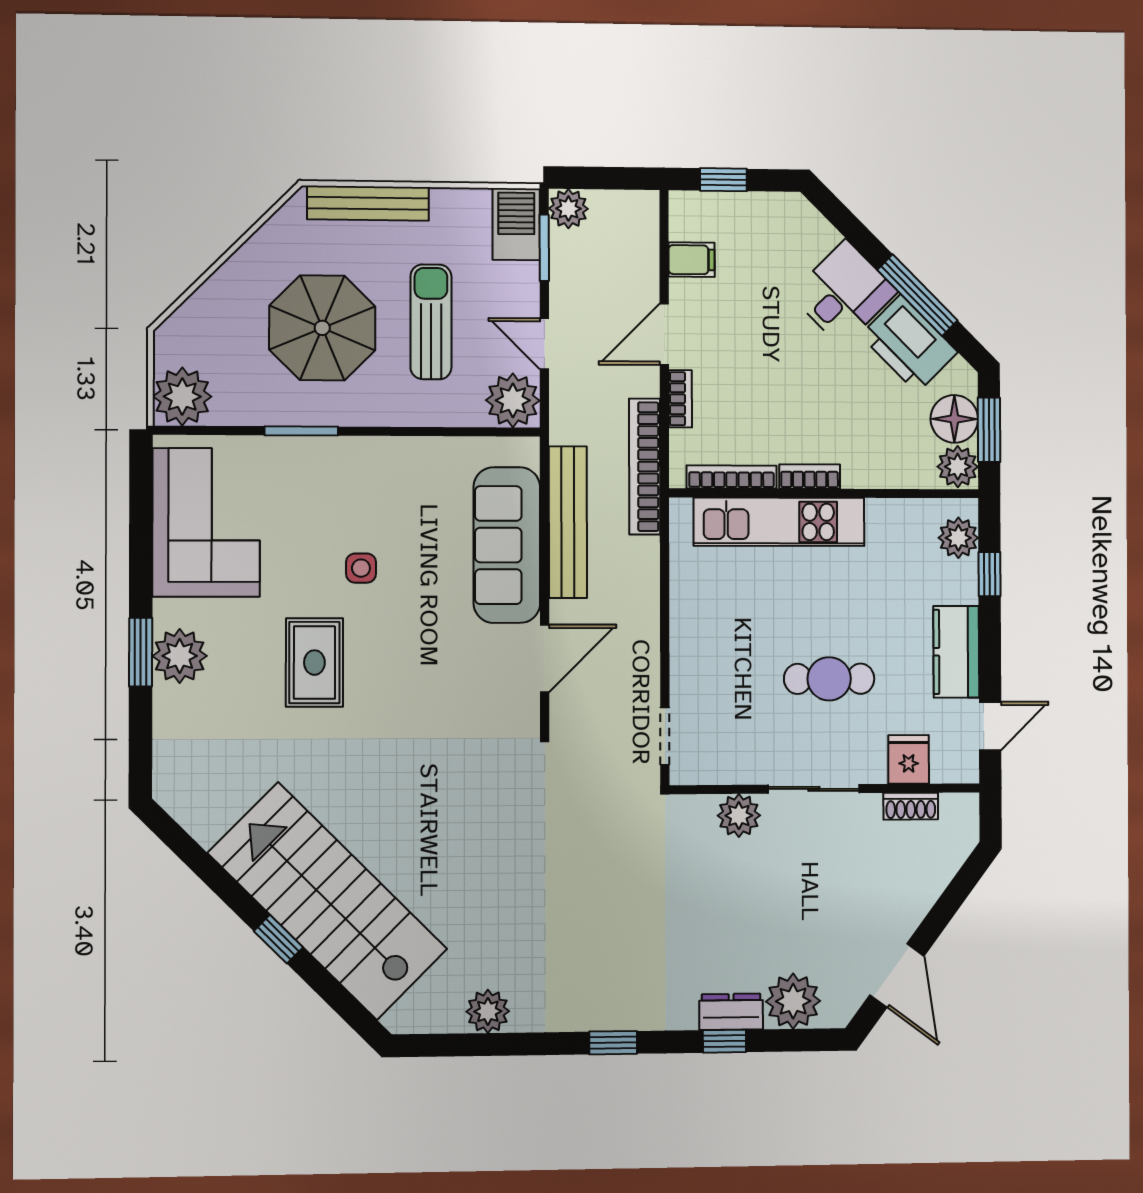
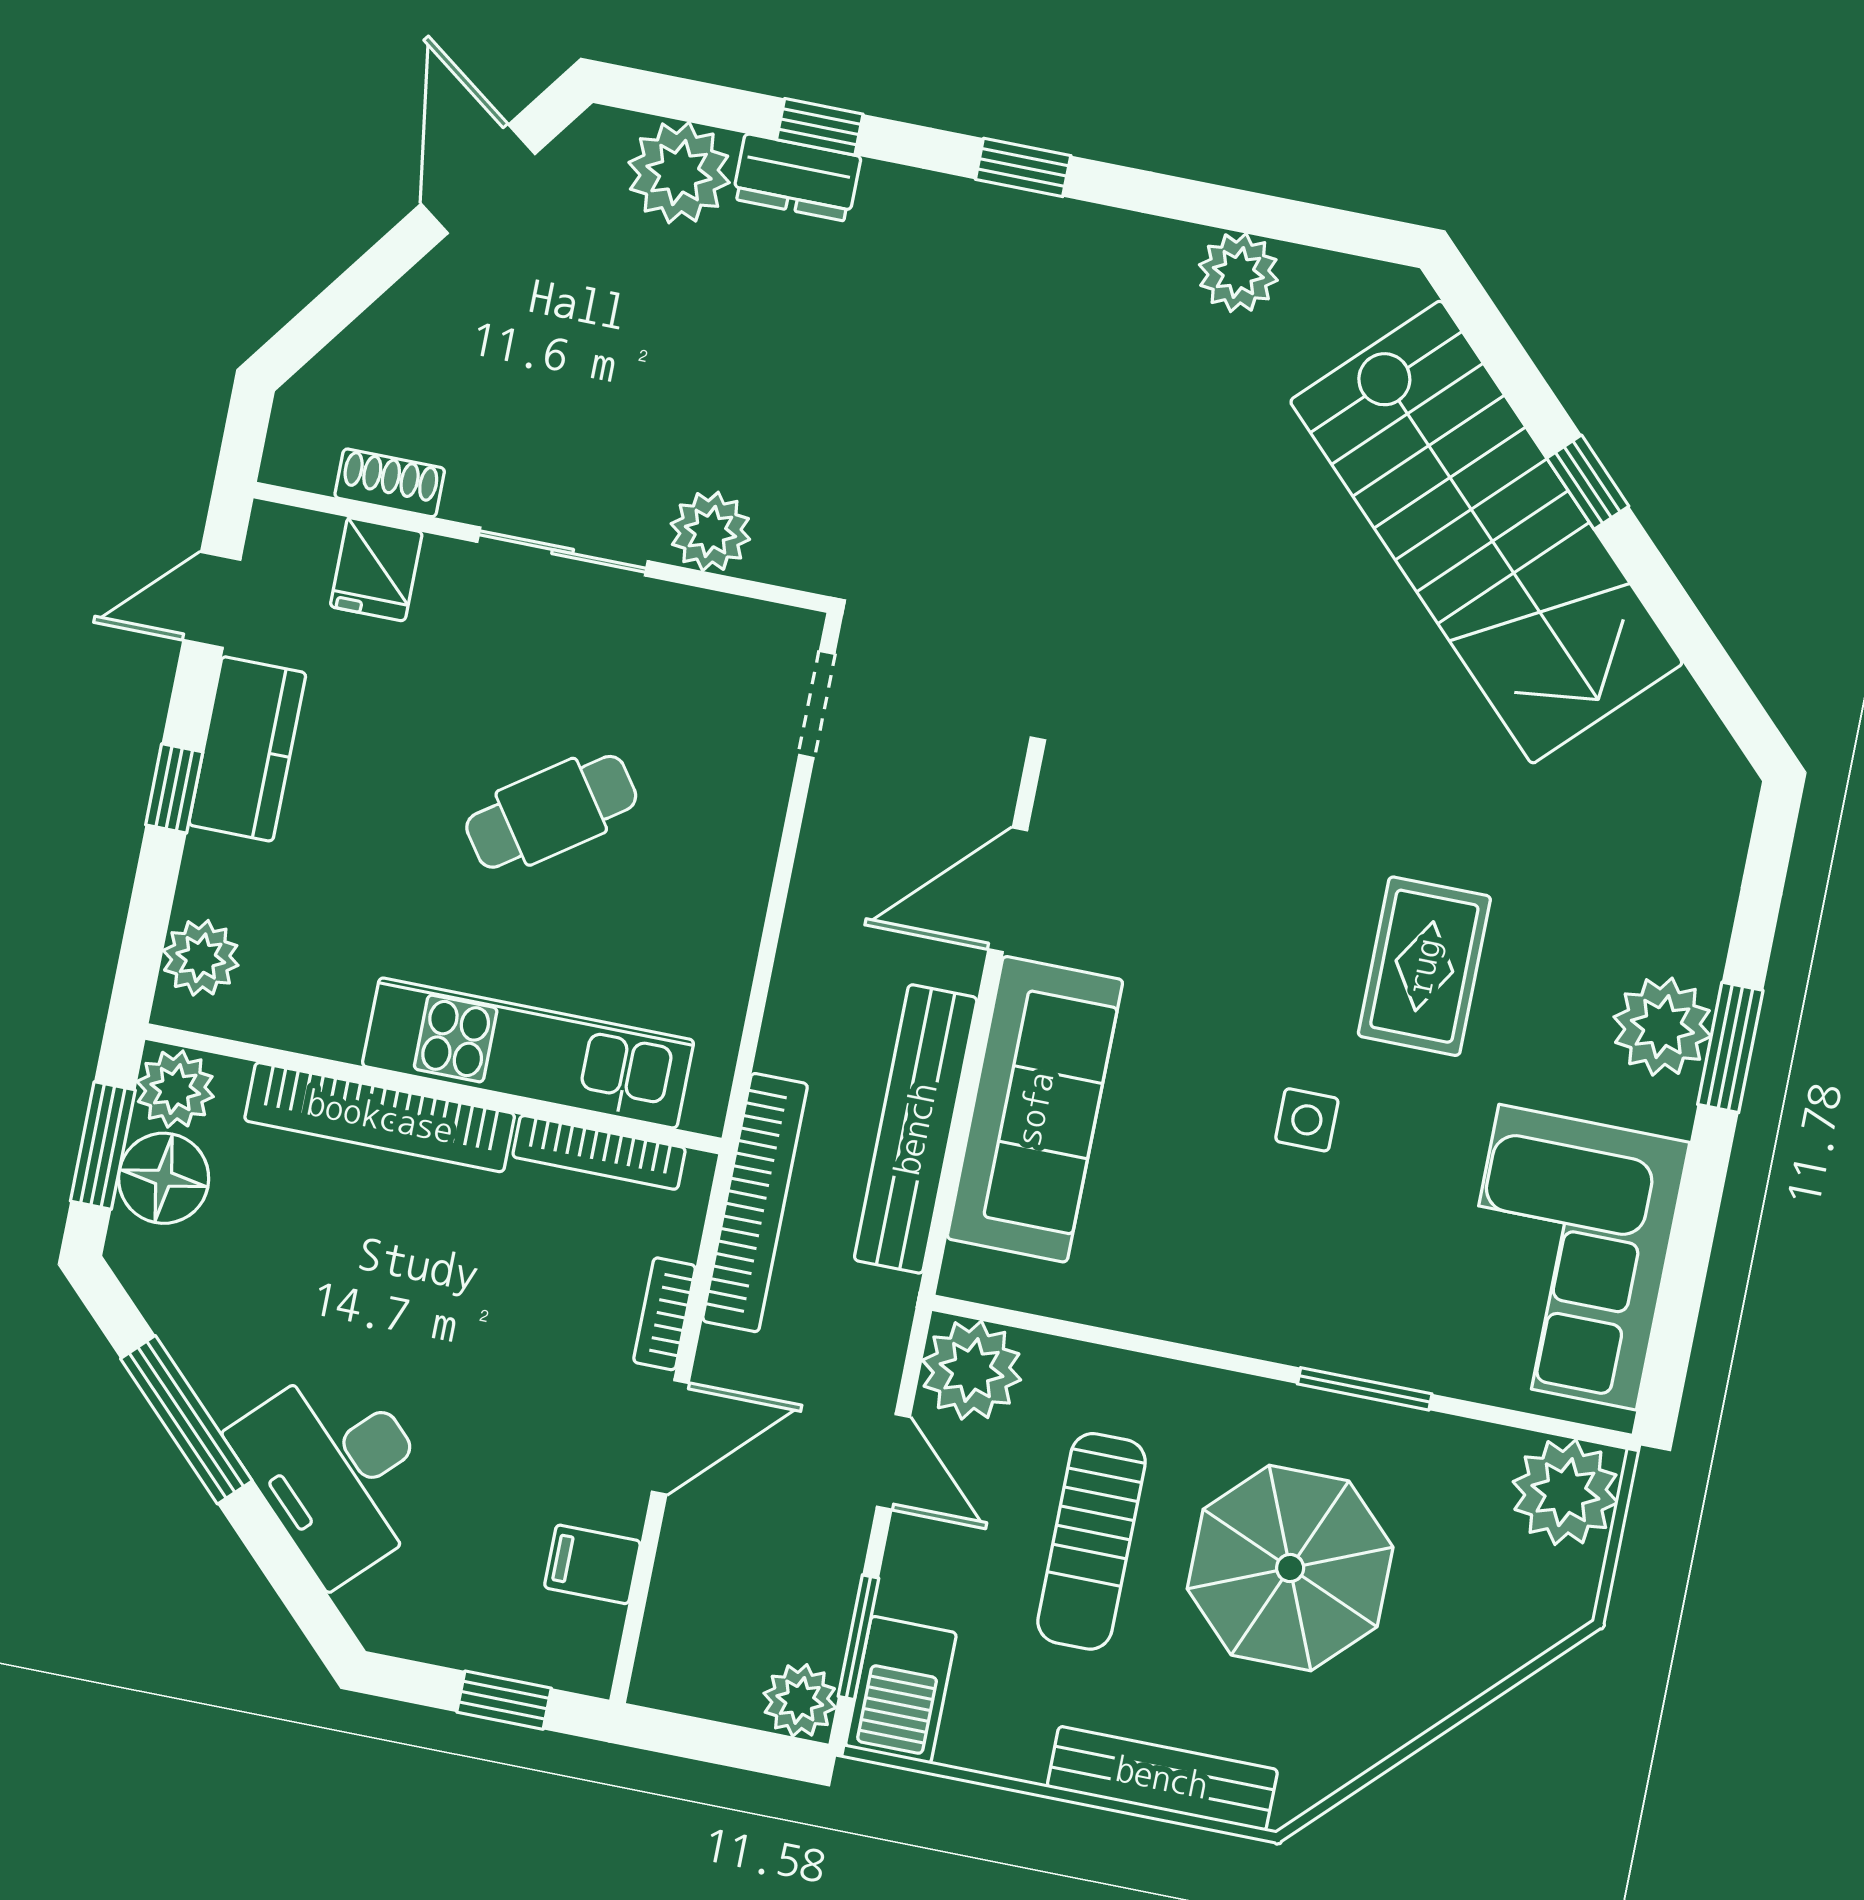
desk: (844, 293) -> (337, 1471), width x1.37
printer: (909, 344) -> (220, 1333), removed
bookcase: (810, 477) -> (380, 1117), width x2.31, depth x1.31
window: (990, 574) -> (174, 788), moved
cafe table: (829, 679) -> (551, 812), moved, turned -35

